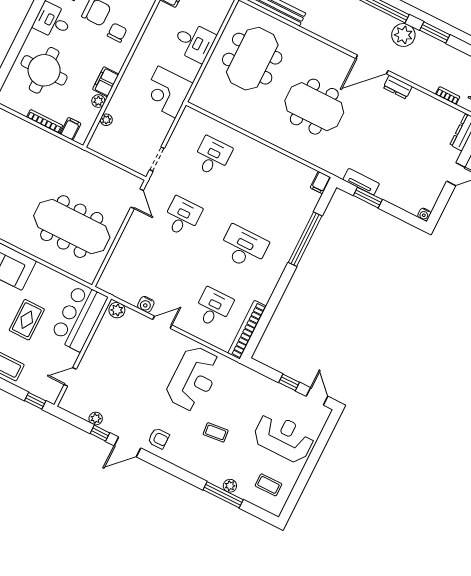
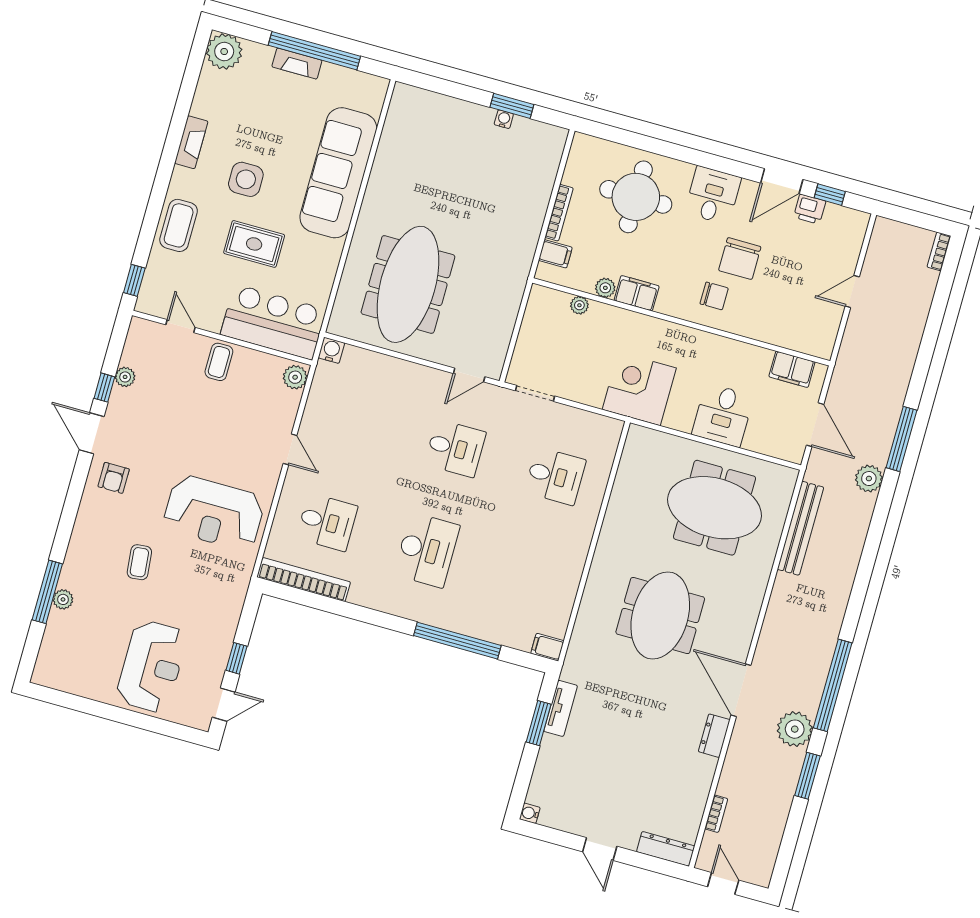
water cooler: (146, 304) -> (331, 350), moved, turned 90
coffee table: (268, 485) -> (219, 362), moved

